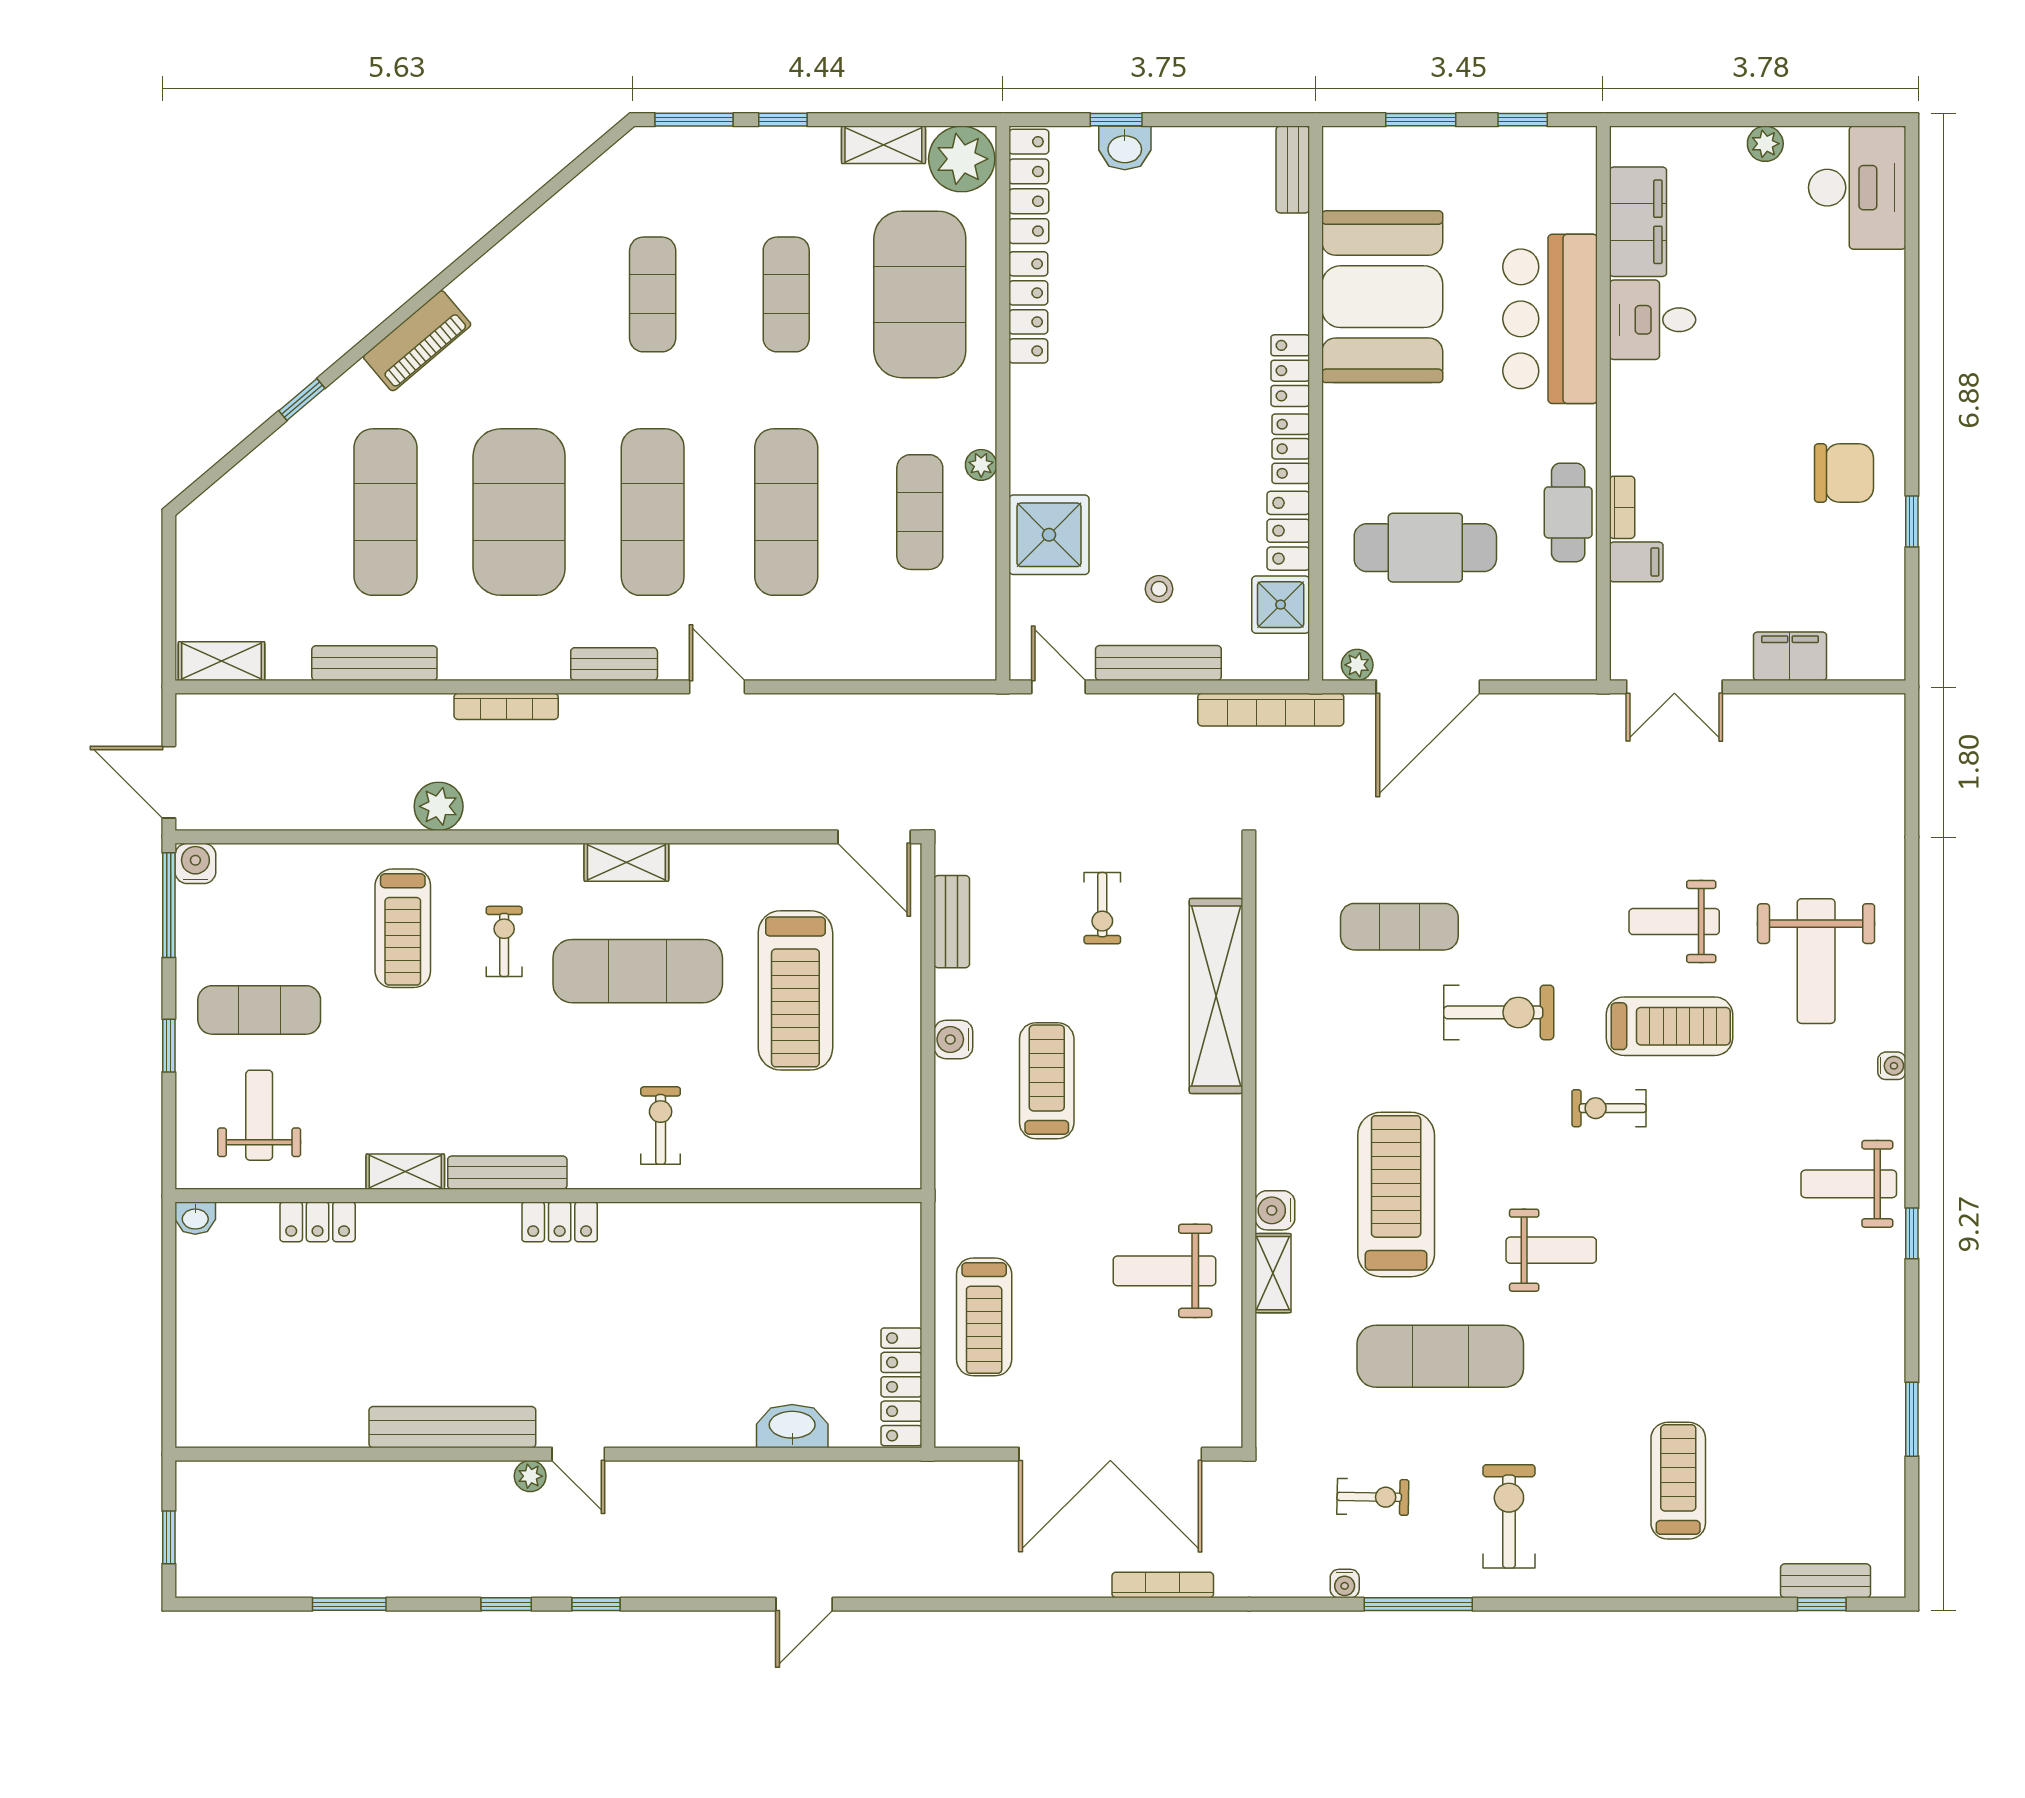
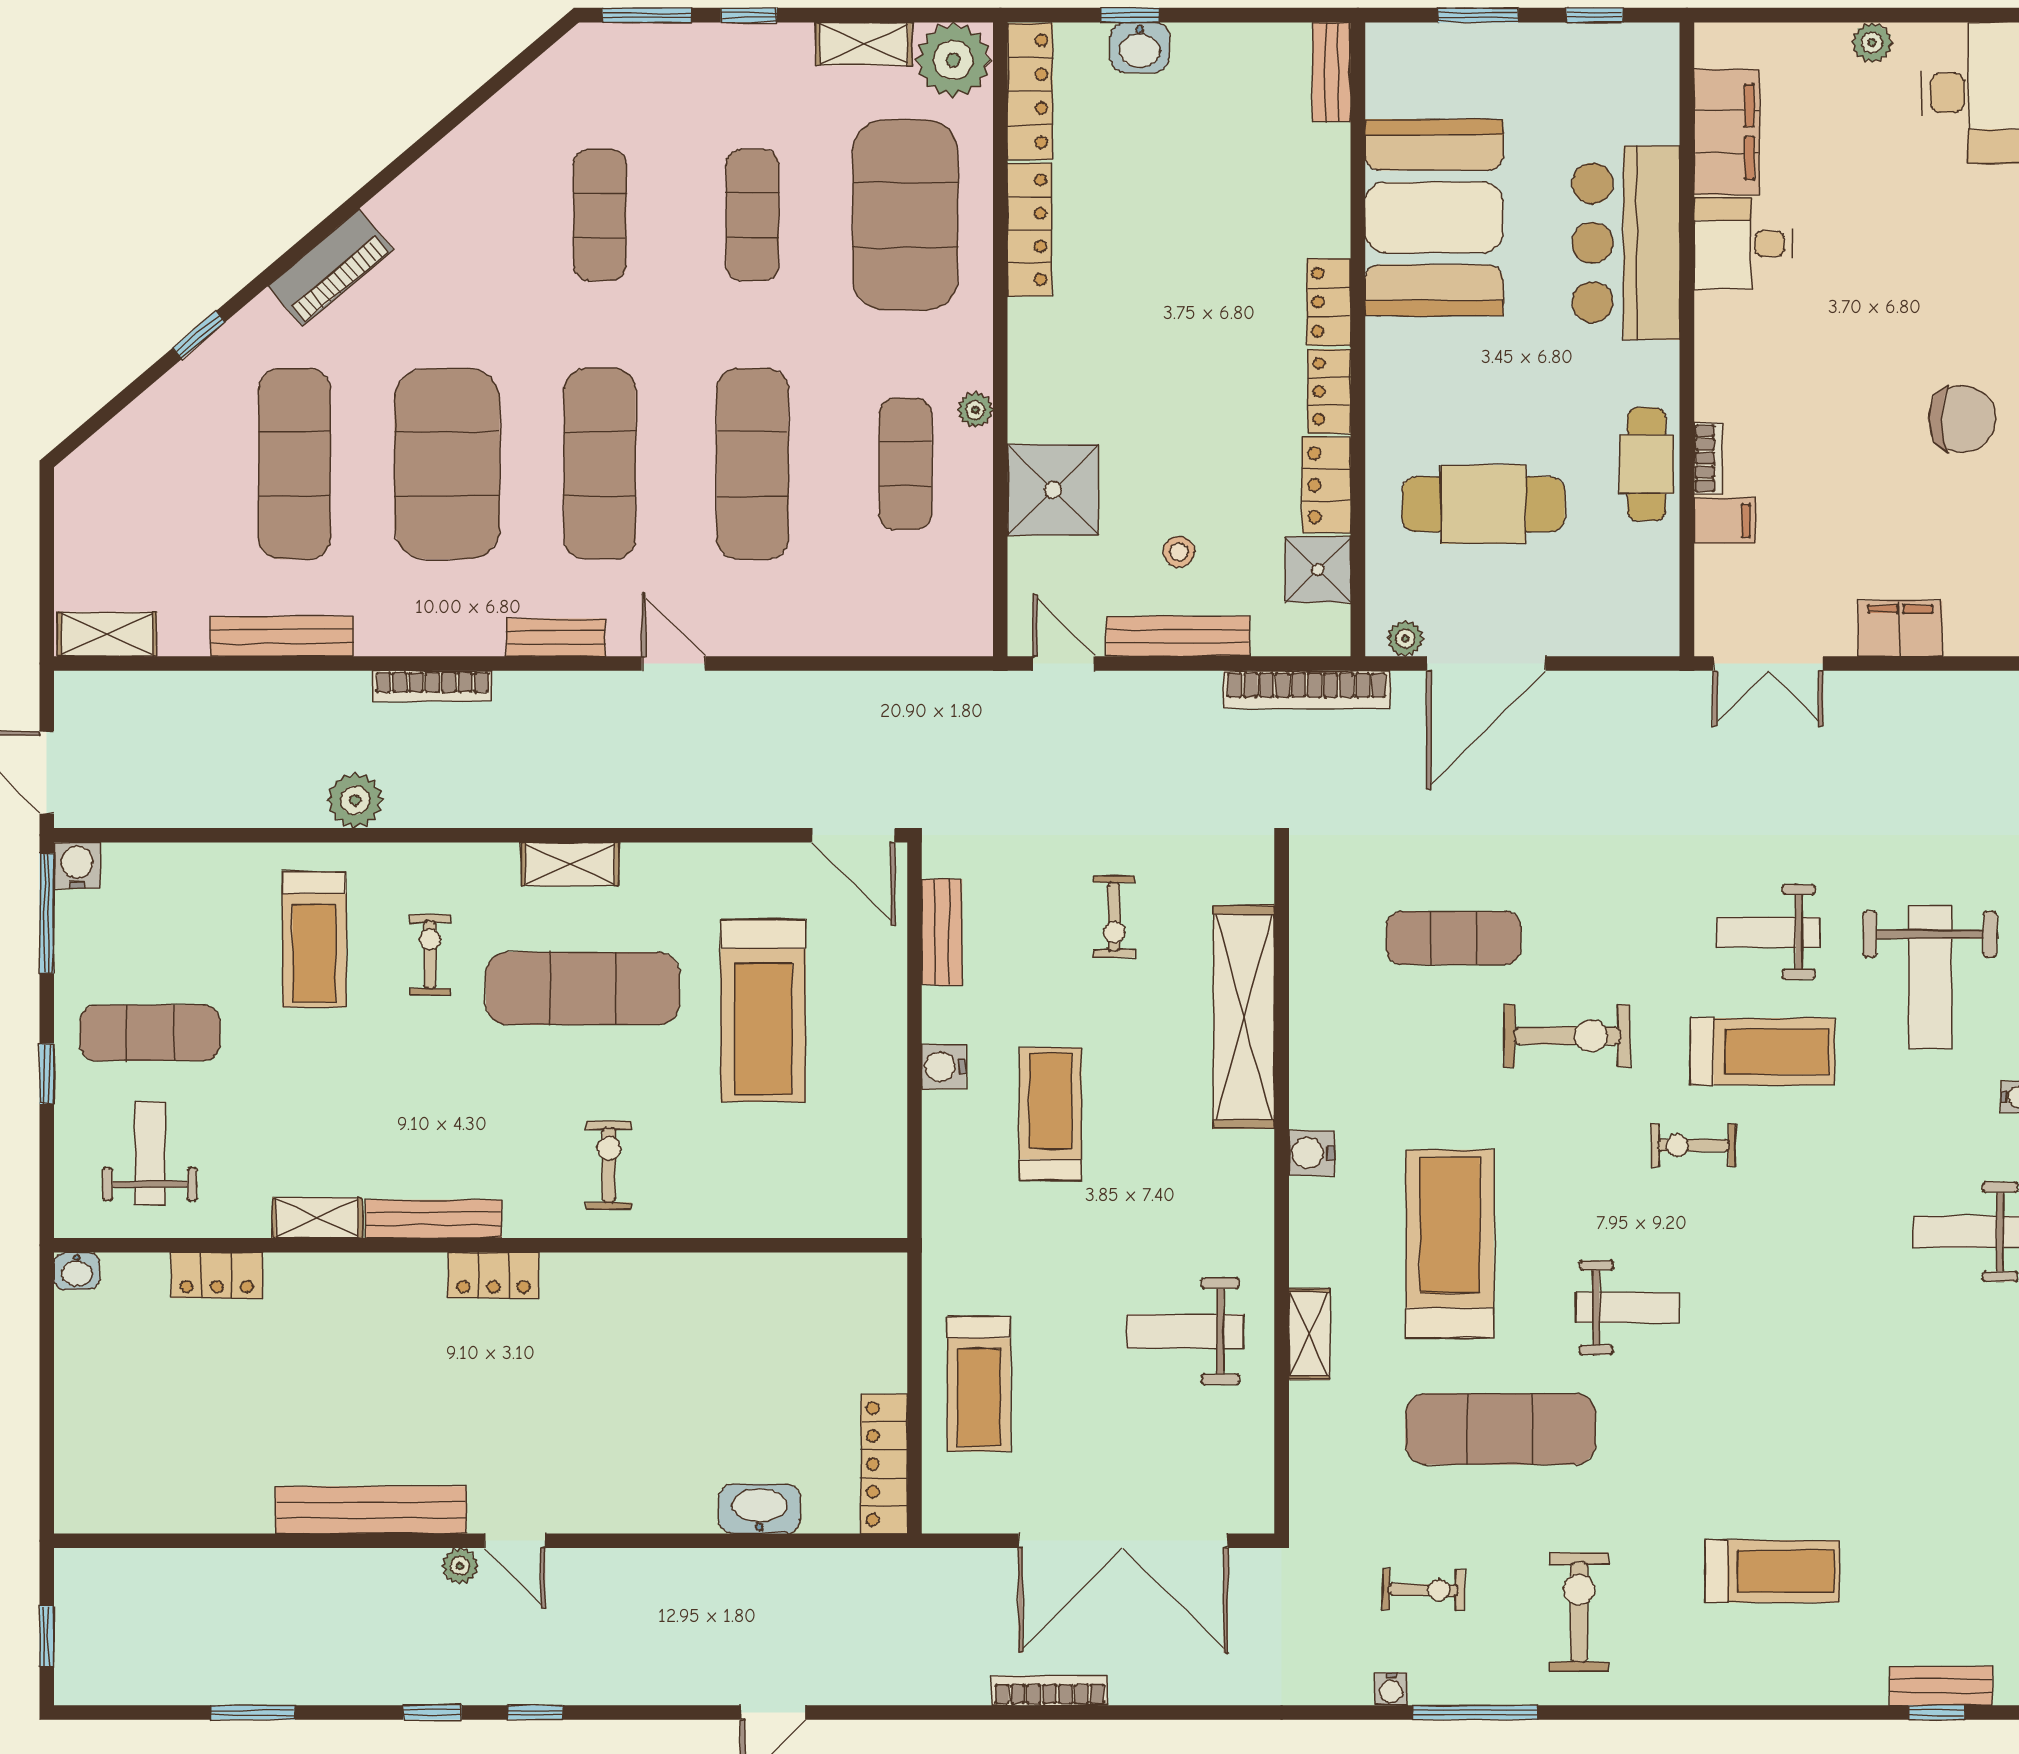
water cooler: (1275, 1210) -> (1311, 1153), moved
treadmill: (1678, 1481) -> (1772, 1571), turned 90
bookcase: (1163, 1585) -> (1050, 1690), moved

